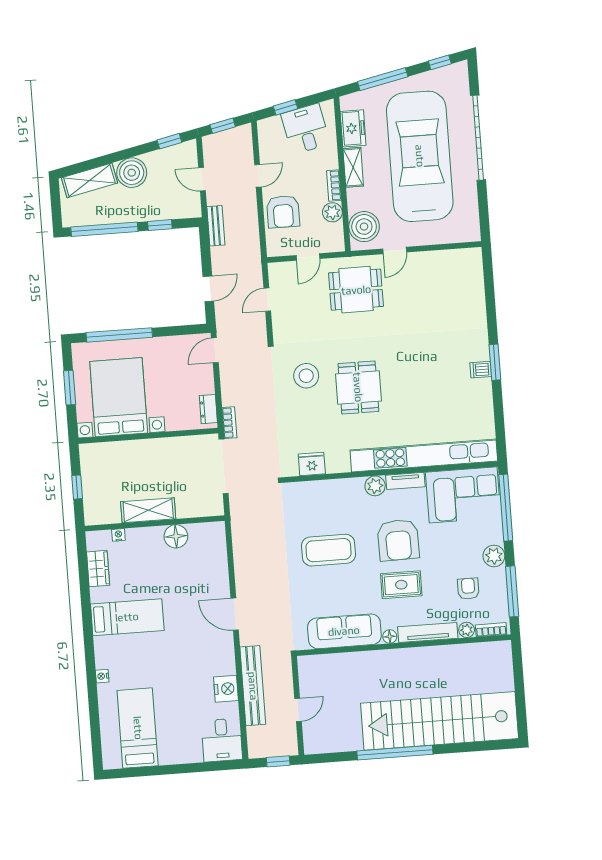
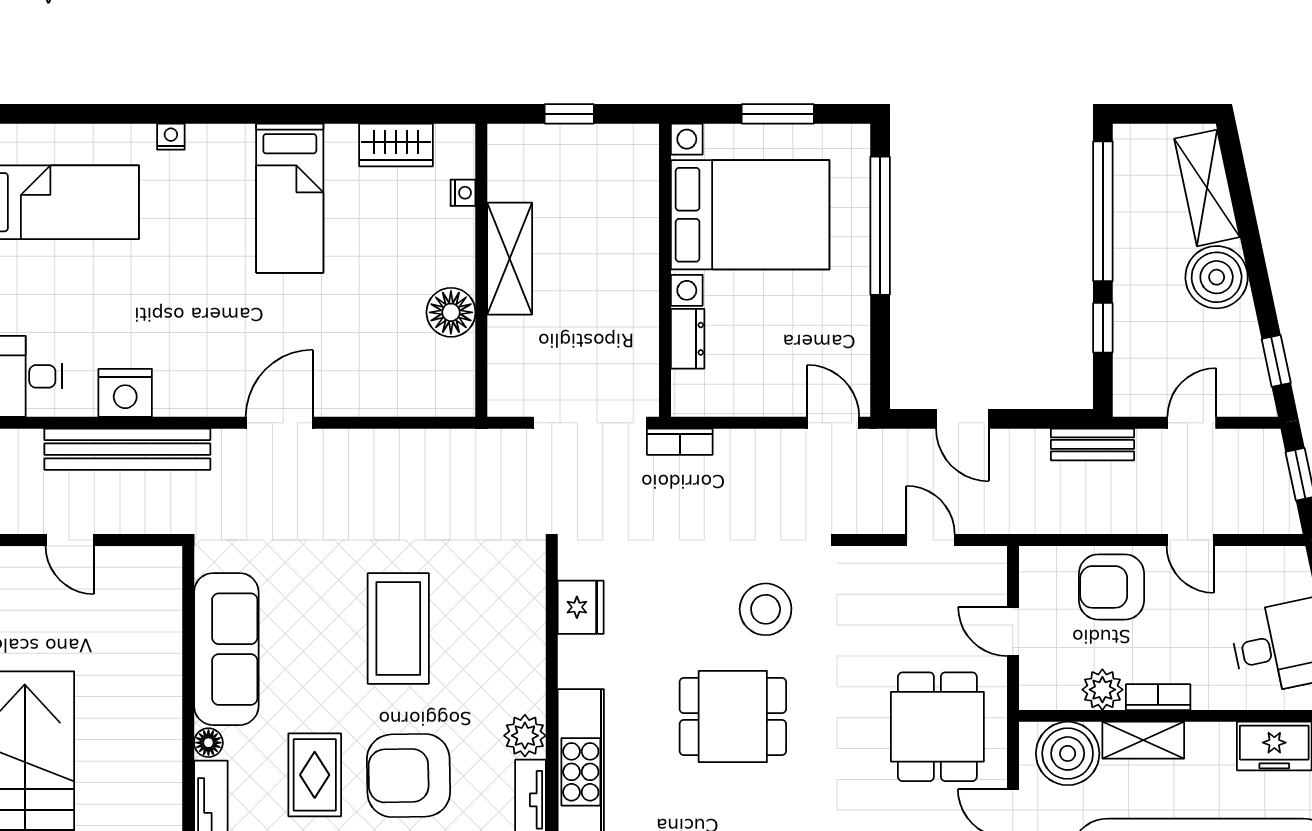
shelving: (353, 167) -> (1143, 740), moved
dresser: (208, 409) -> (688, 339), moved, turned 90

